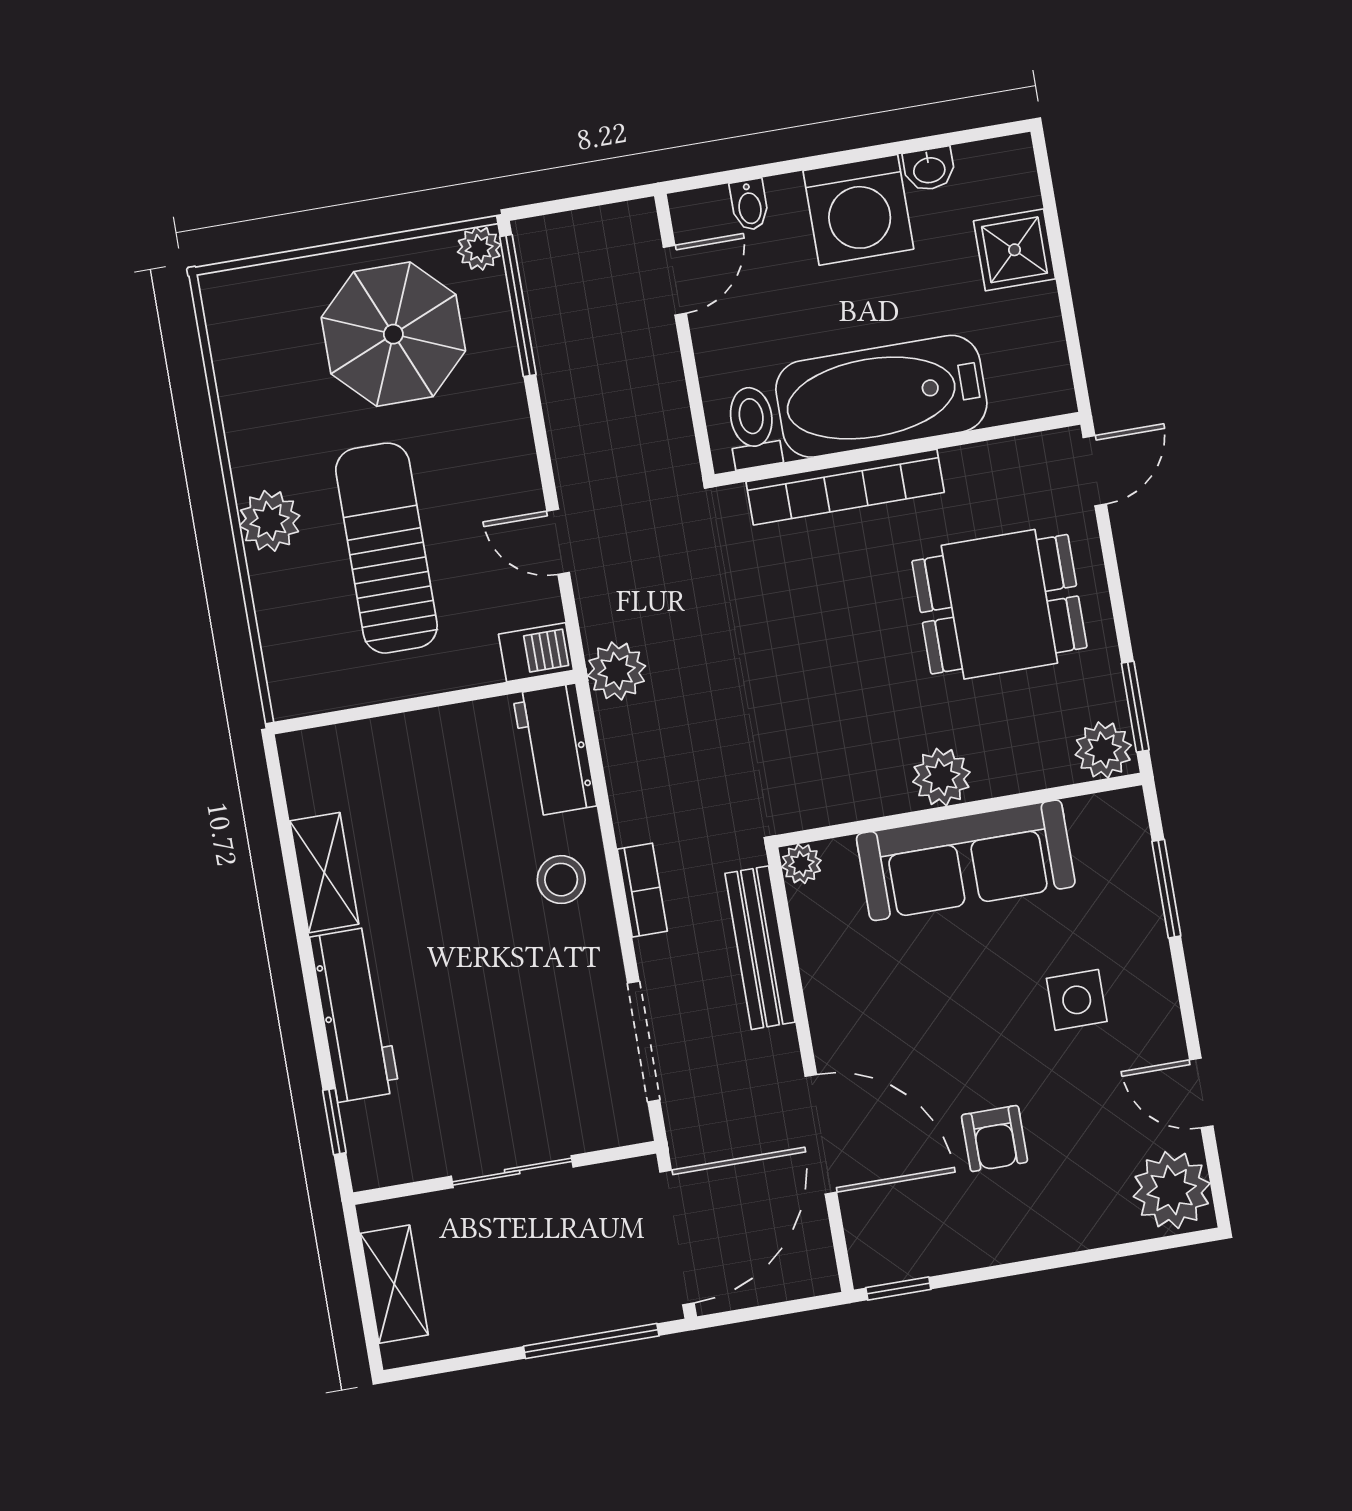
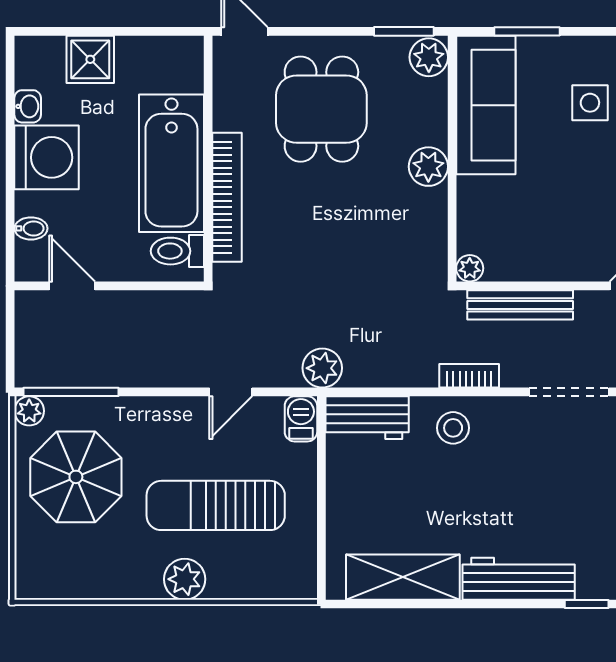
sofa: (966, 860) -> (486, 105), moved
shelving: (324, 873) -> (403, 577), width x1.50, depth x1.33

